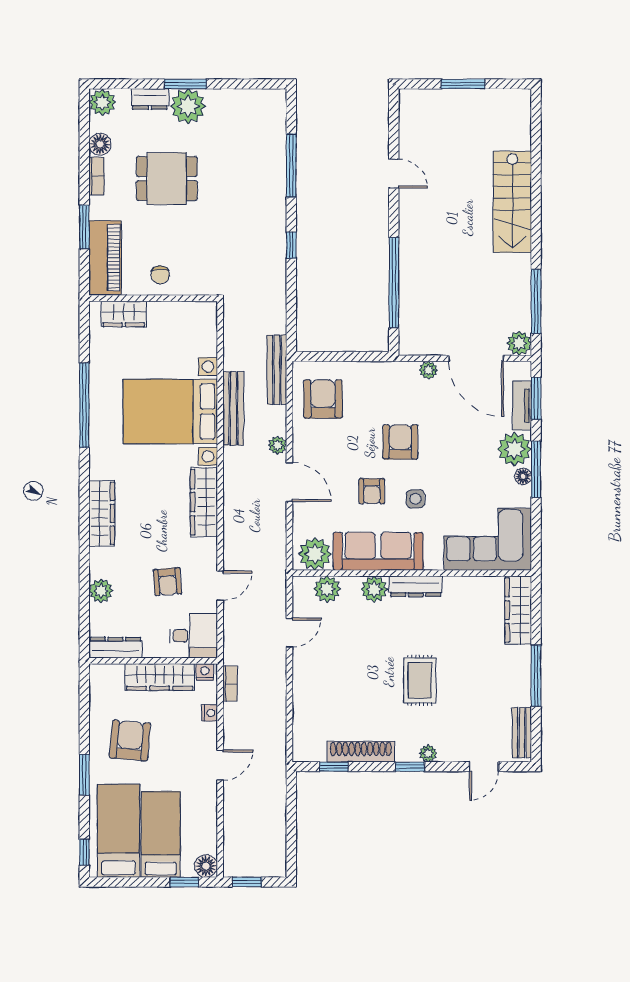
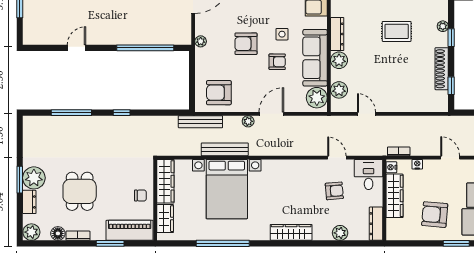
plant: (428, 370) -> (201, 41), moved
wardrobe: (204, 502) -> (165, 181), moved, turned -90

